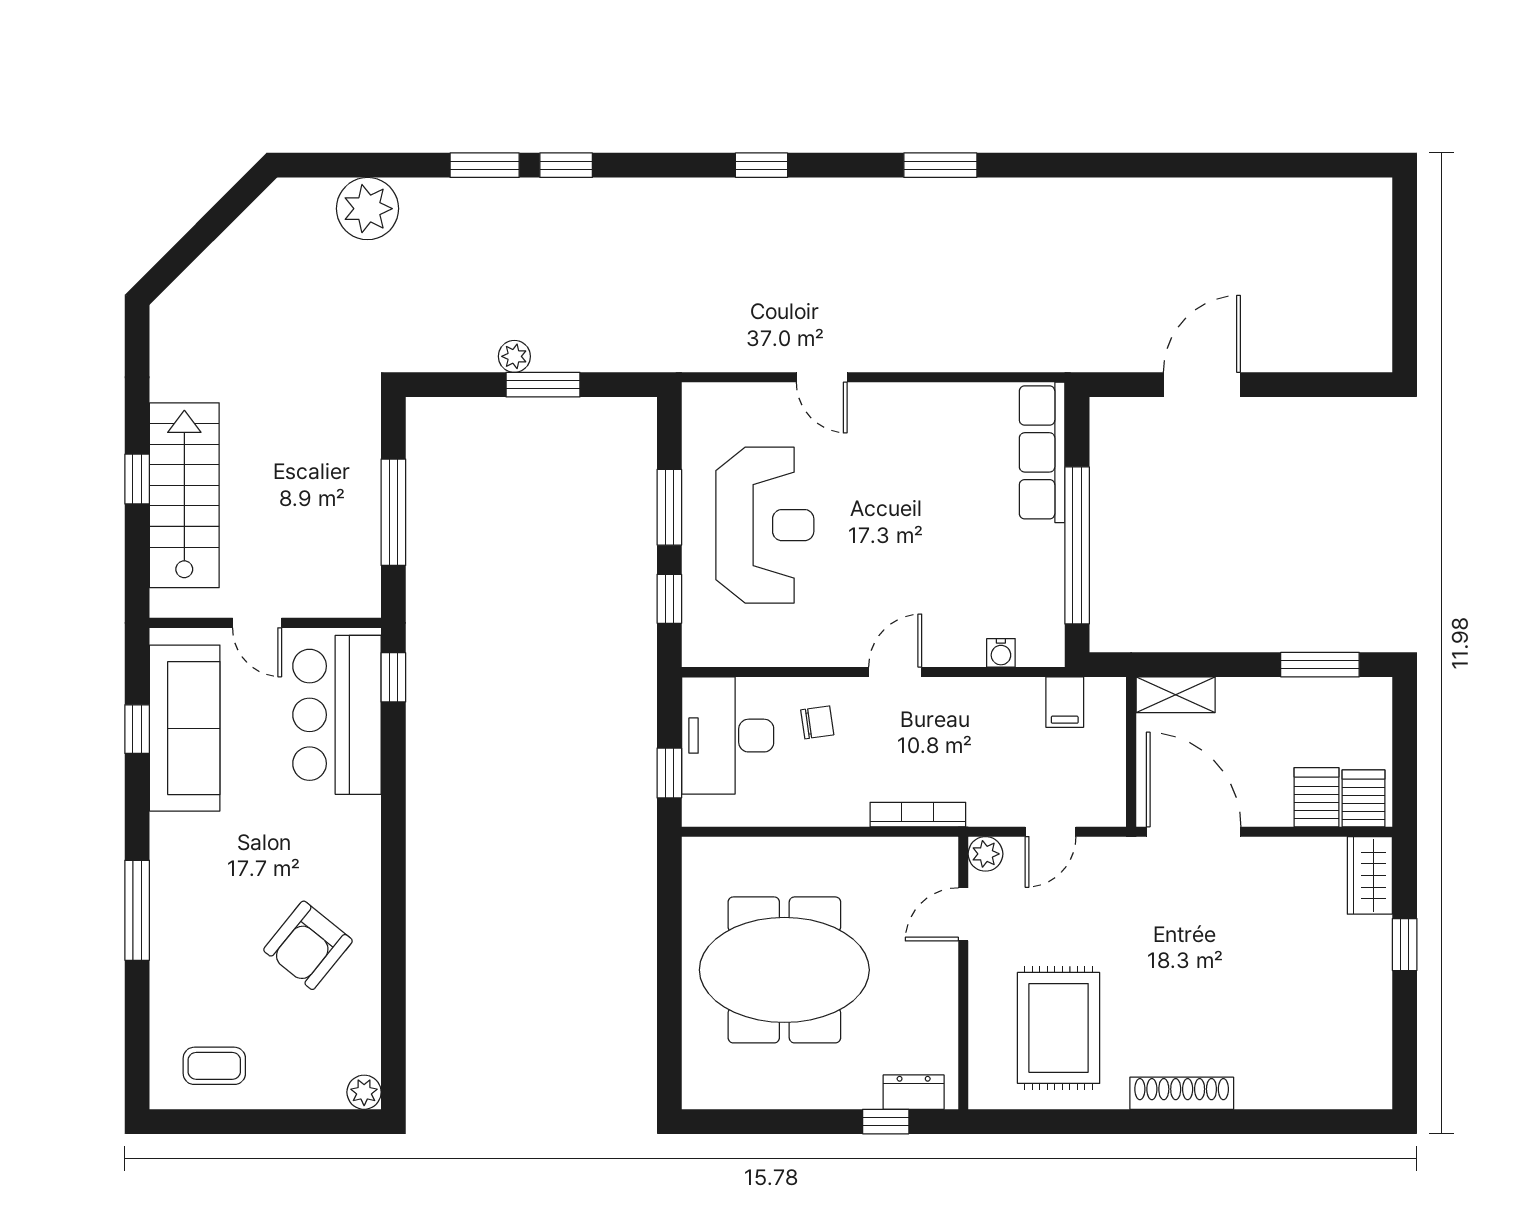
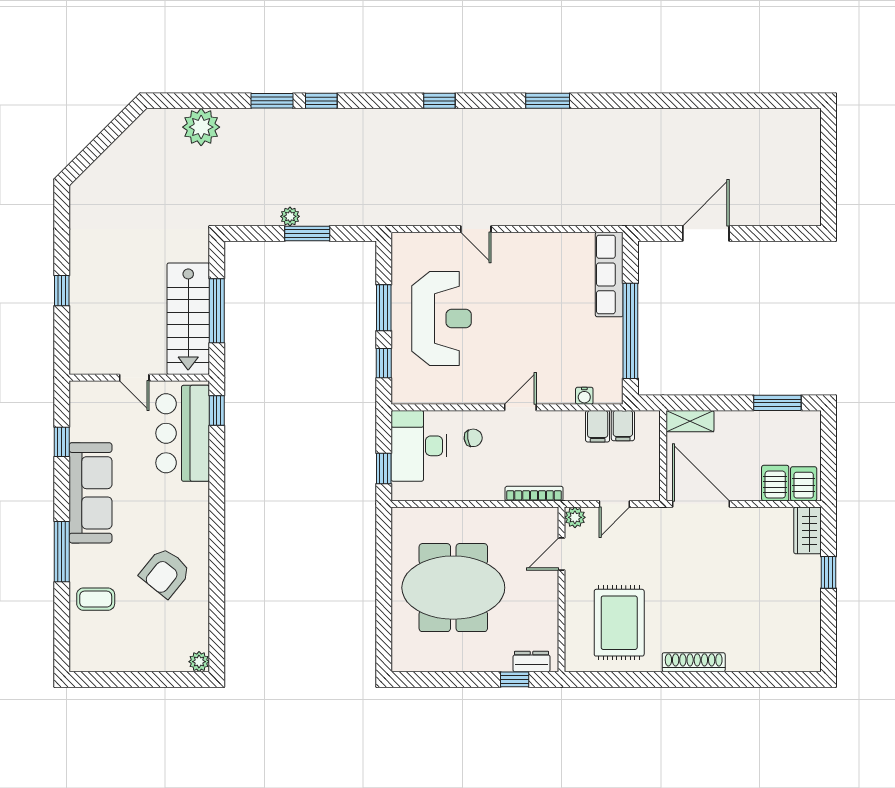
stairs: (184, 495) -> (188, 319), moved, turned 180
filing cabinet: (1023, 703) -> (598, 426), added
sofa: (185, 728) -> (90, 493), moved
coffee table: (214, 1066) -> (96, 599), moved

